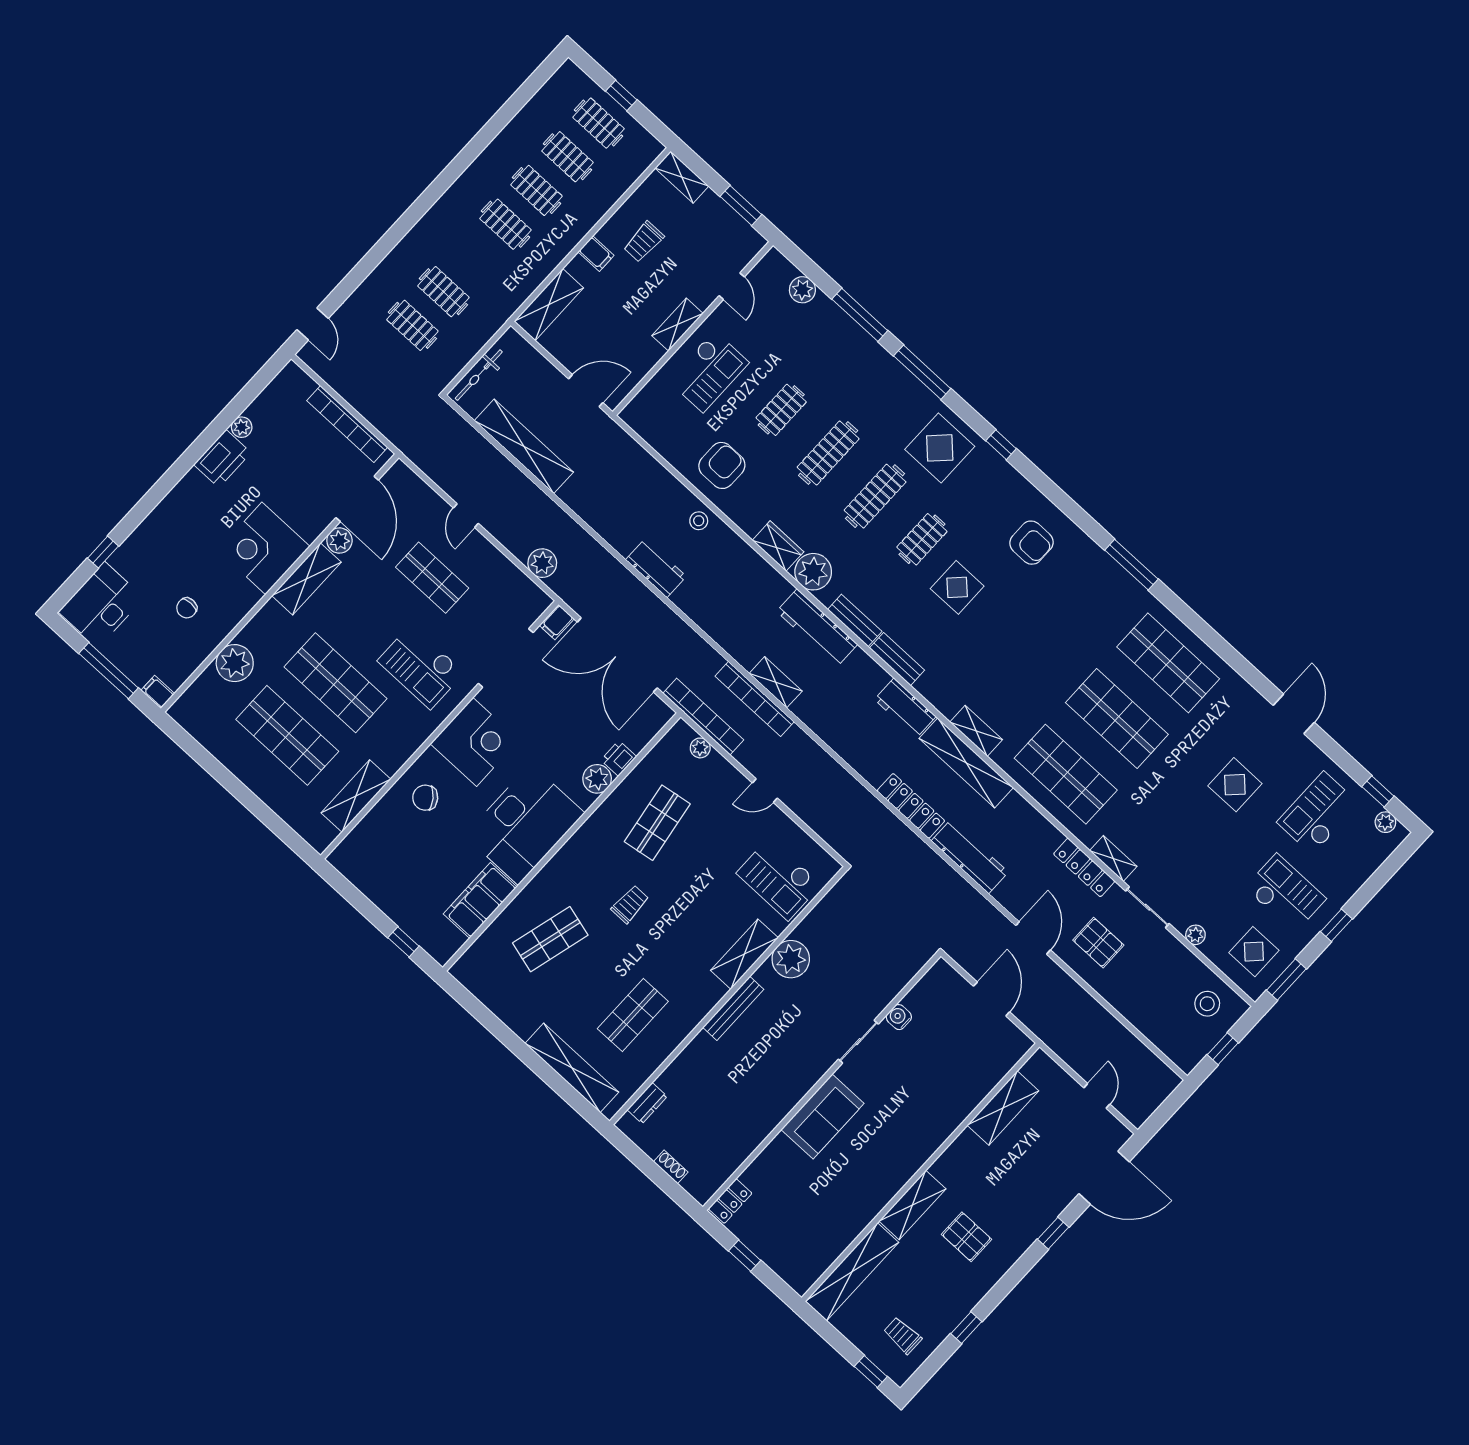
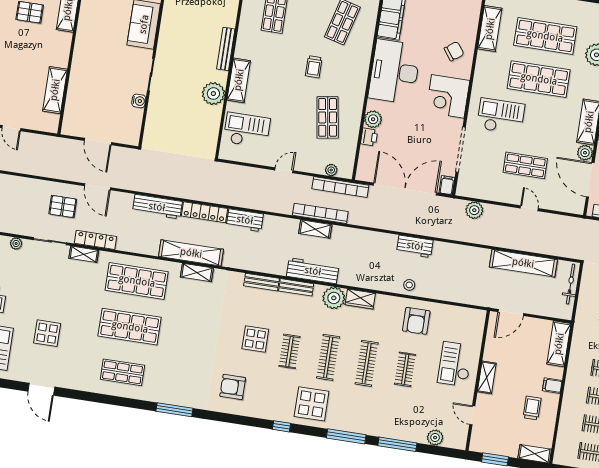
shop shelf: (1168, 663) -> (122, 372), width x0.70, depth x0.74
workbench: (905, 708) -> (245, 220), moved, turned 180

